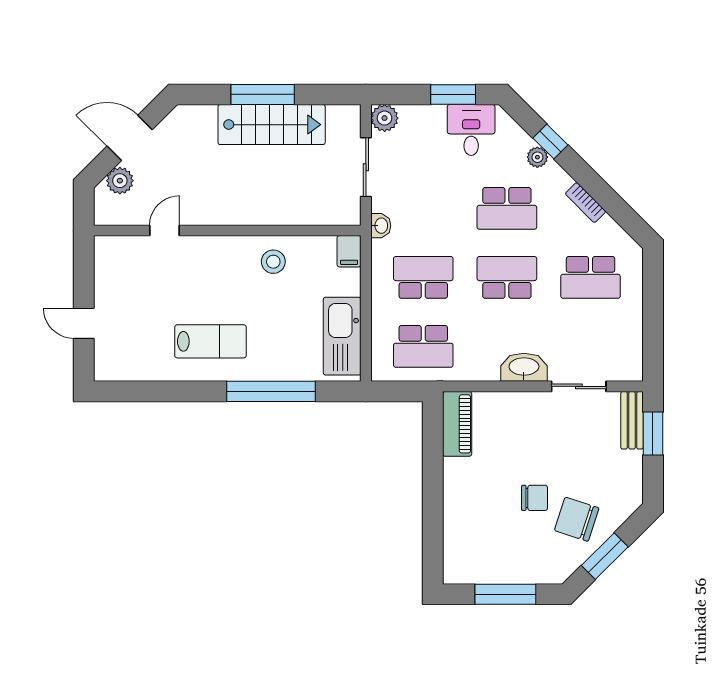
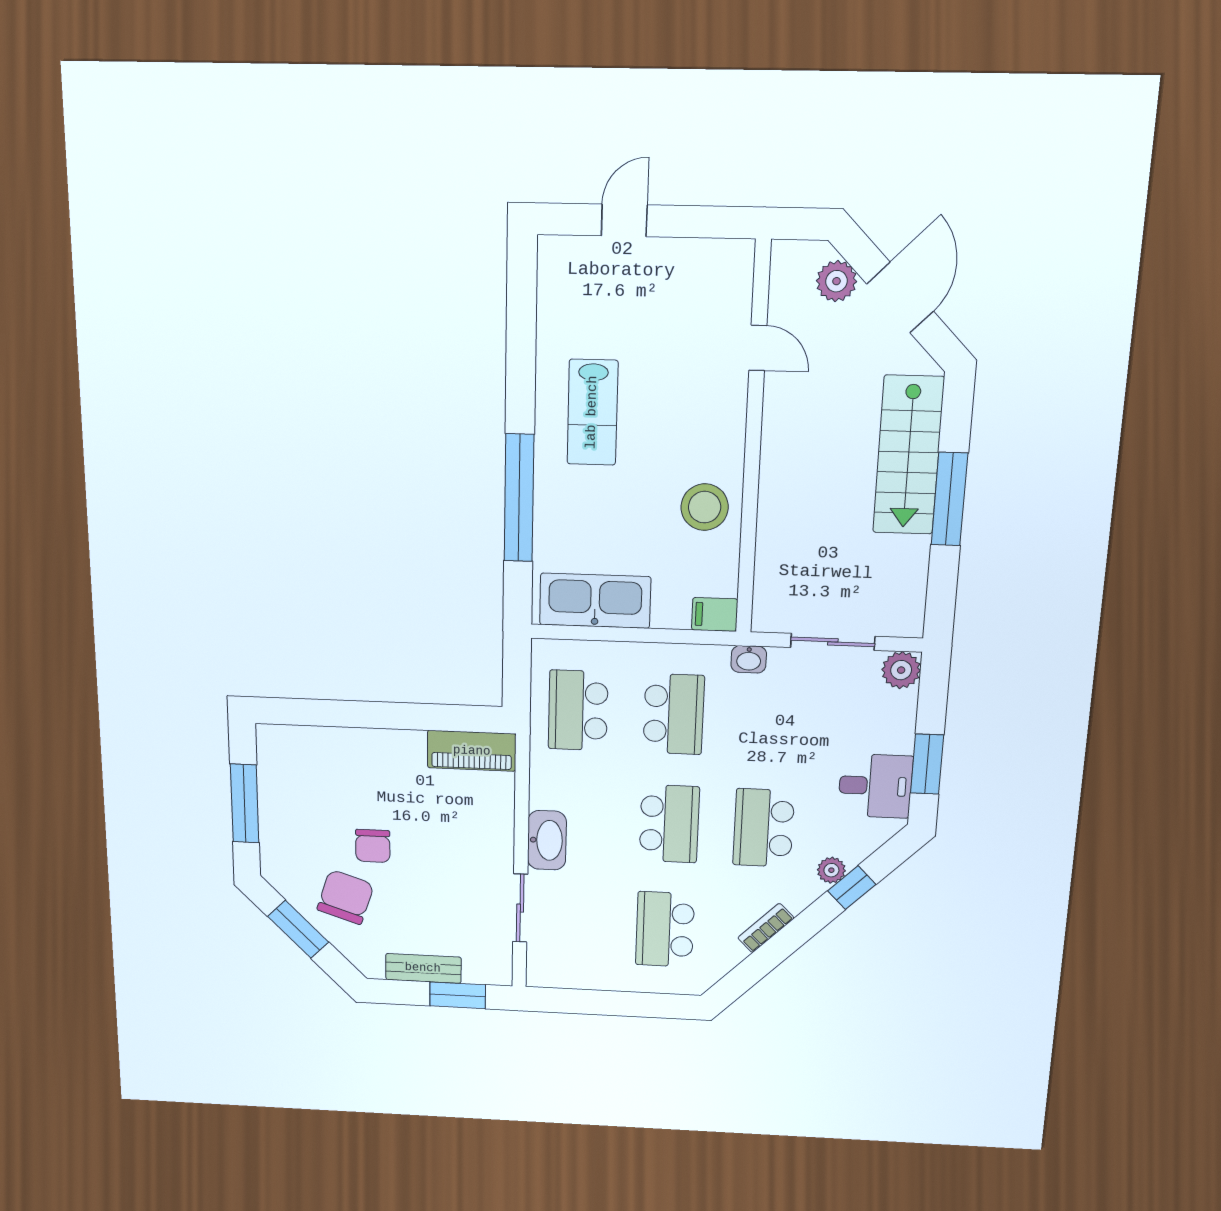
stairs: (272, 125) -> (908, 455), moved
stool: (273, 262) -> (705, 507), width x1.38, depth x1.38
bench: (632, 420) -> (423, 968), moved

